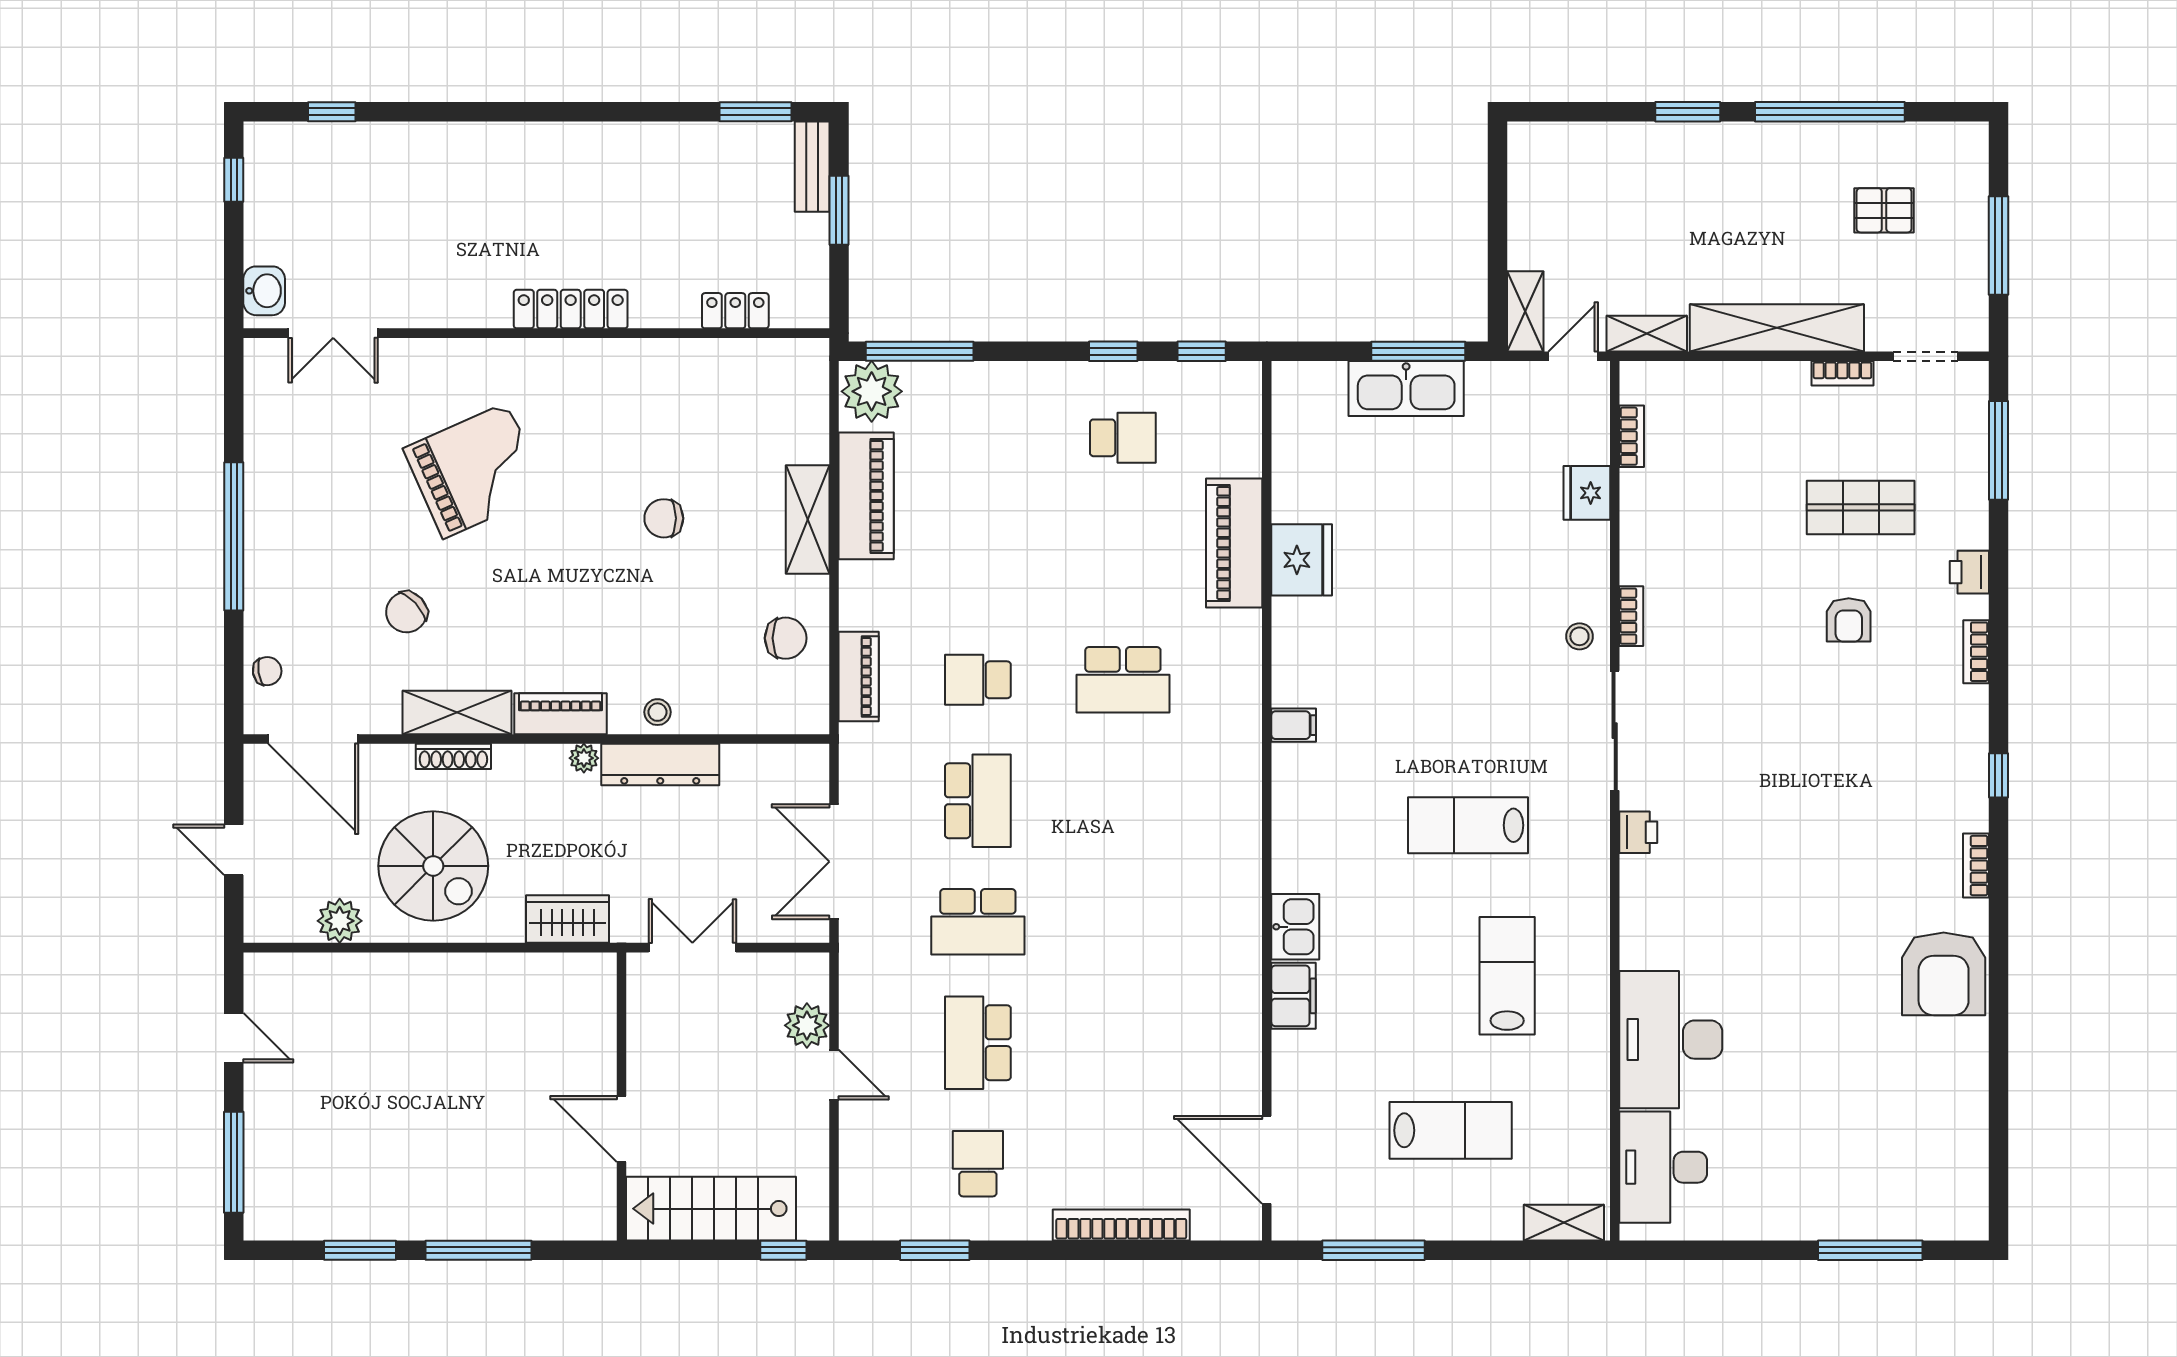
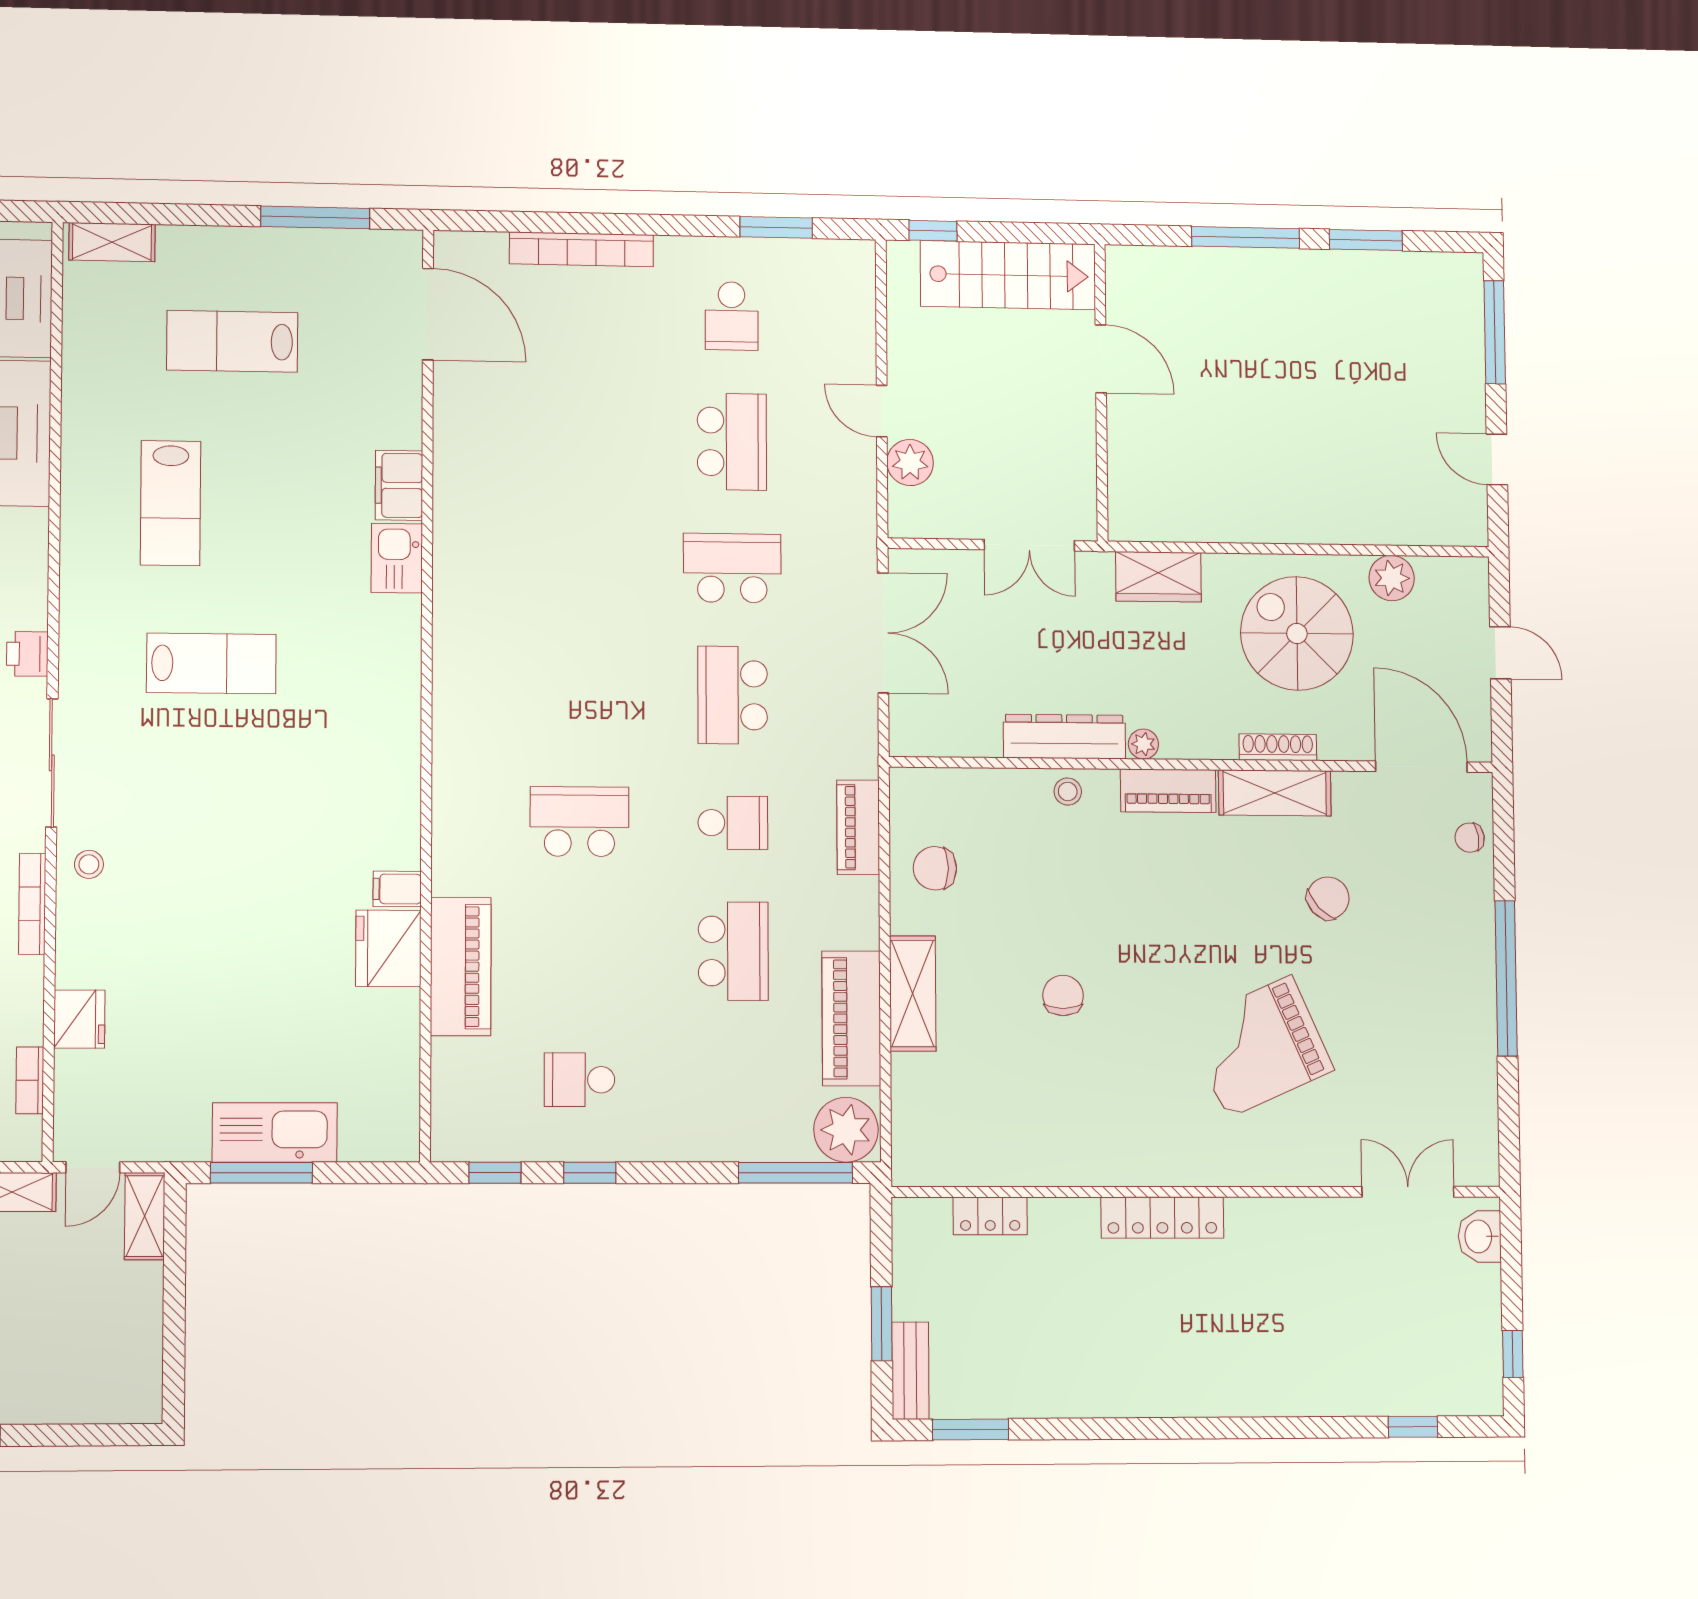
chair: (664, 518) -> (1063, 995), turned -90
school desk: (978, 559) -> (733, 951), added
bookcase: (1631, 616) -> (32, 904), width x1.56
filing cabinet: (1294, 725) -> (397, 889), moved

